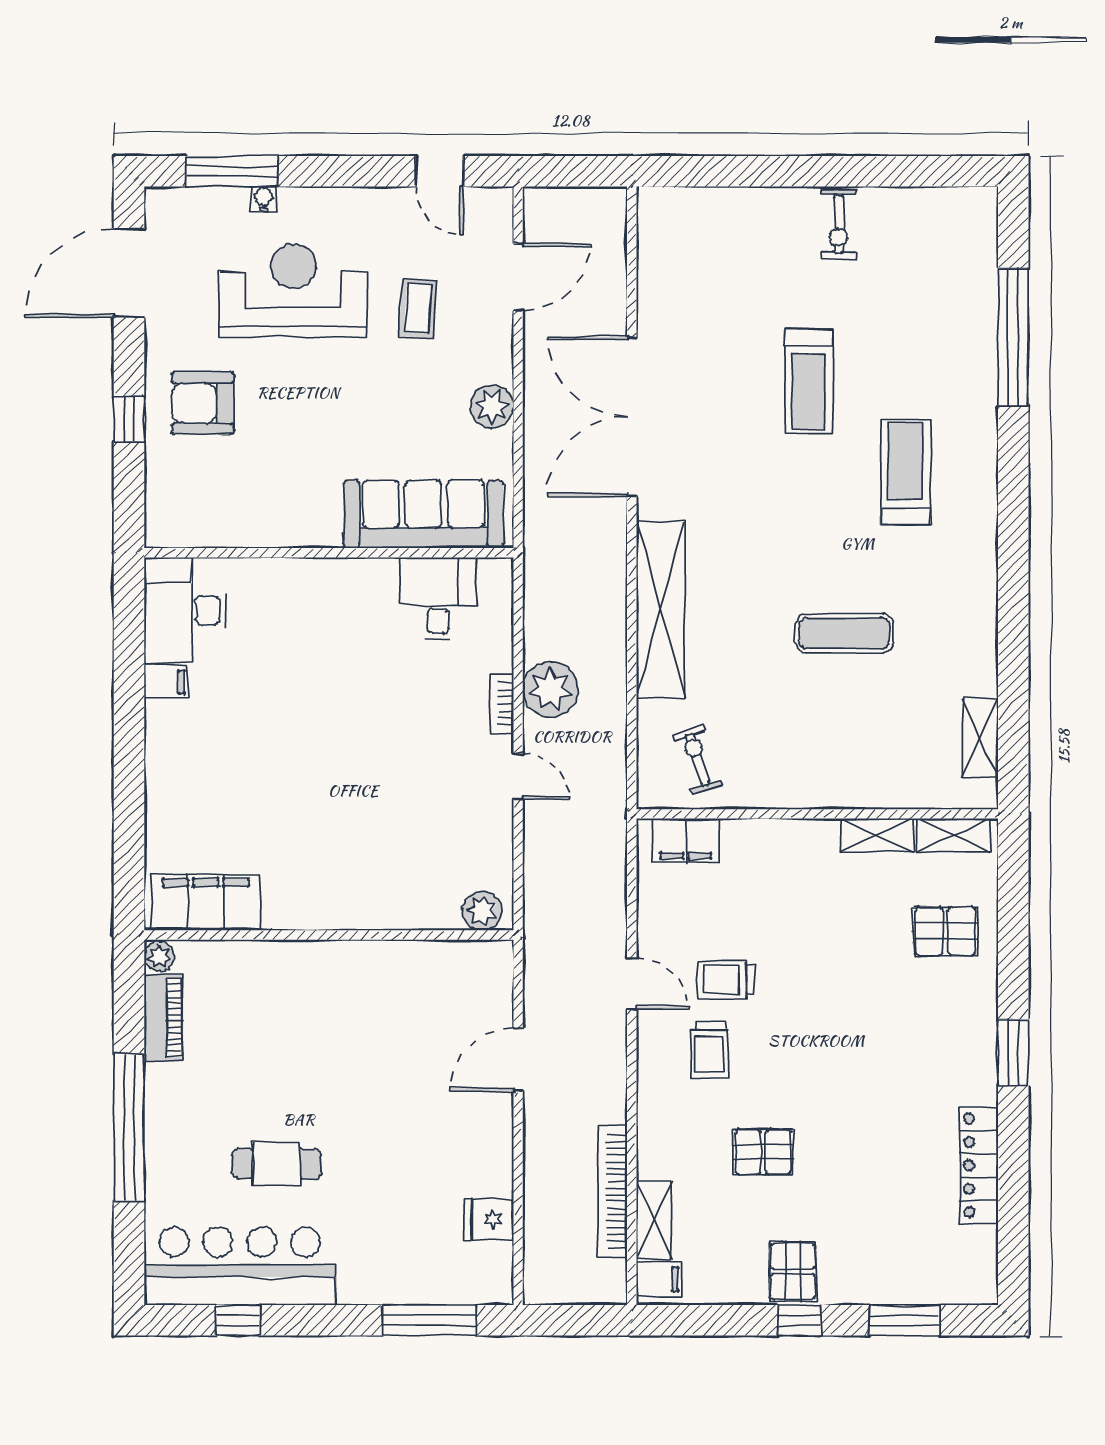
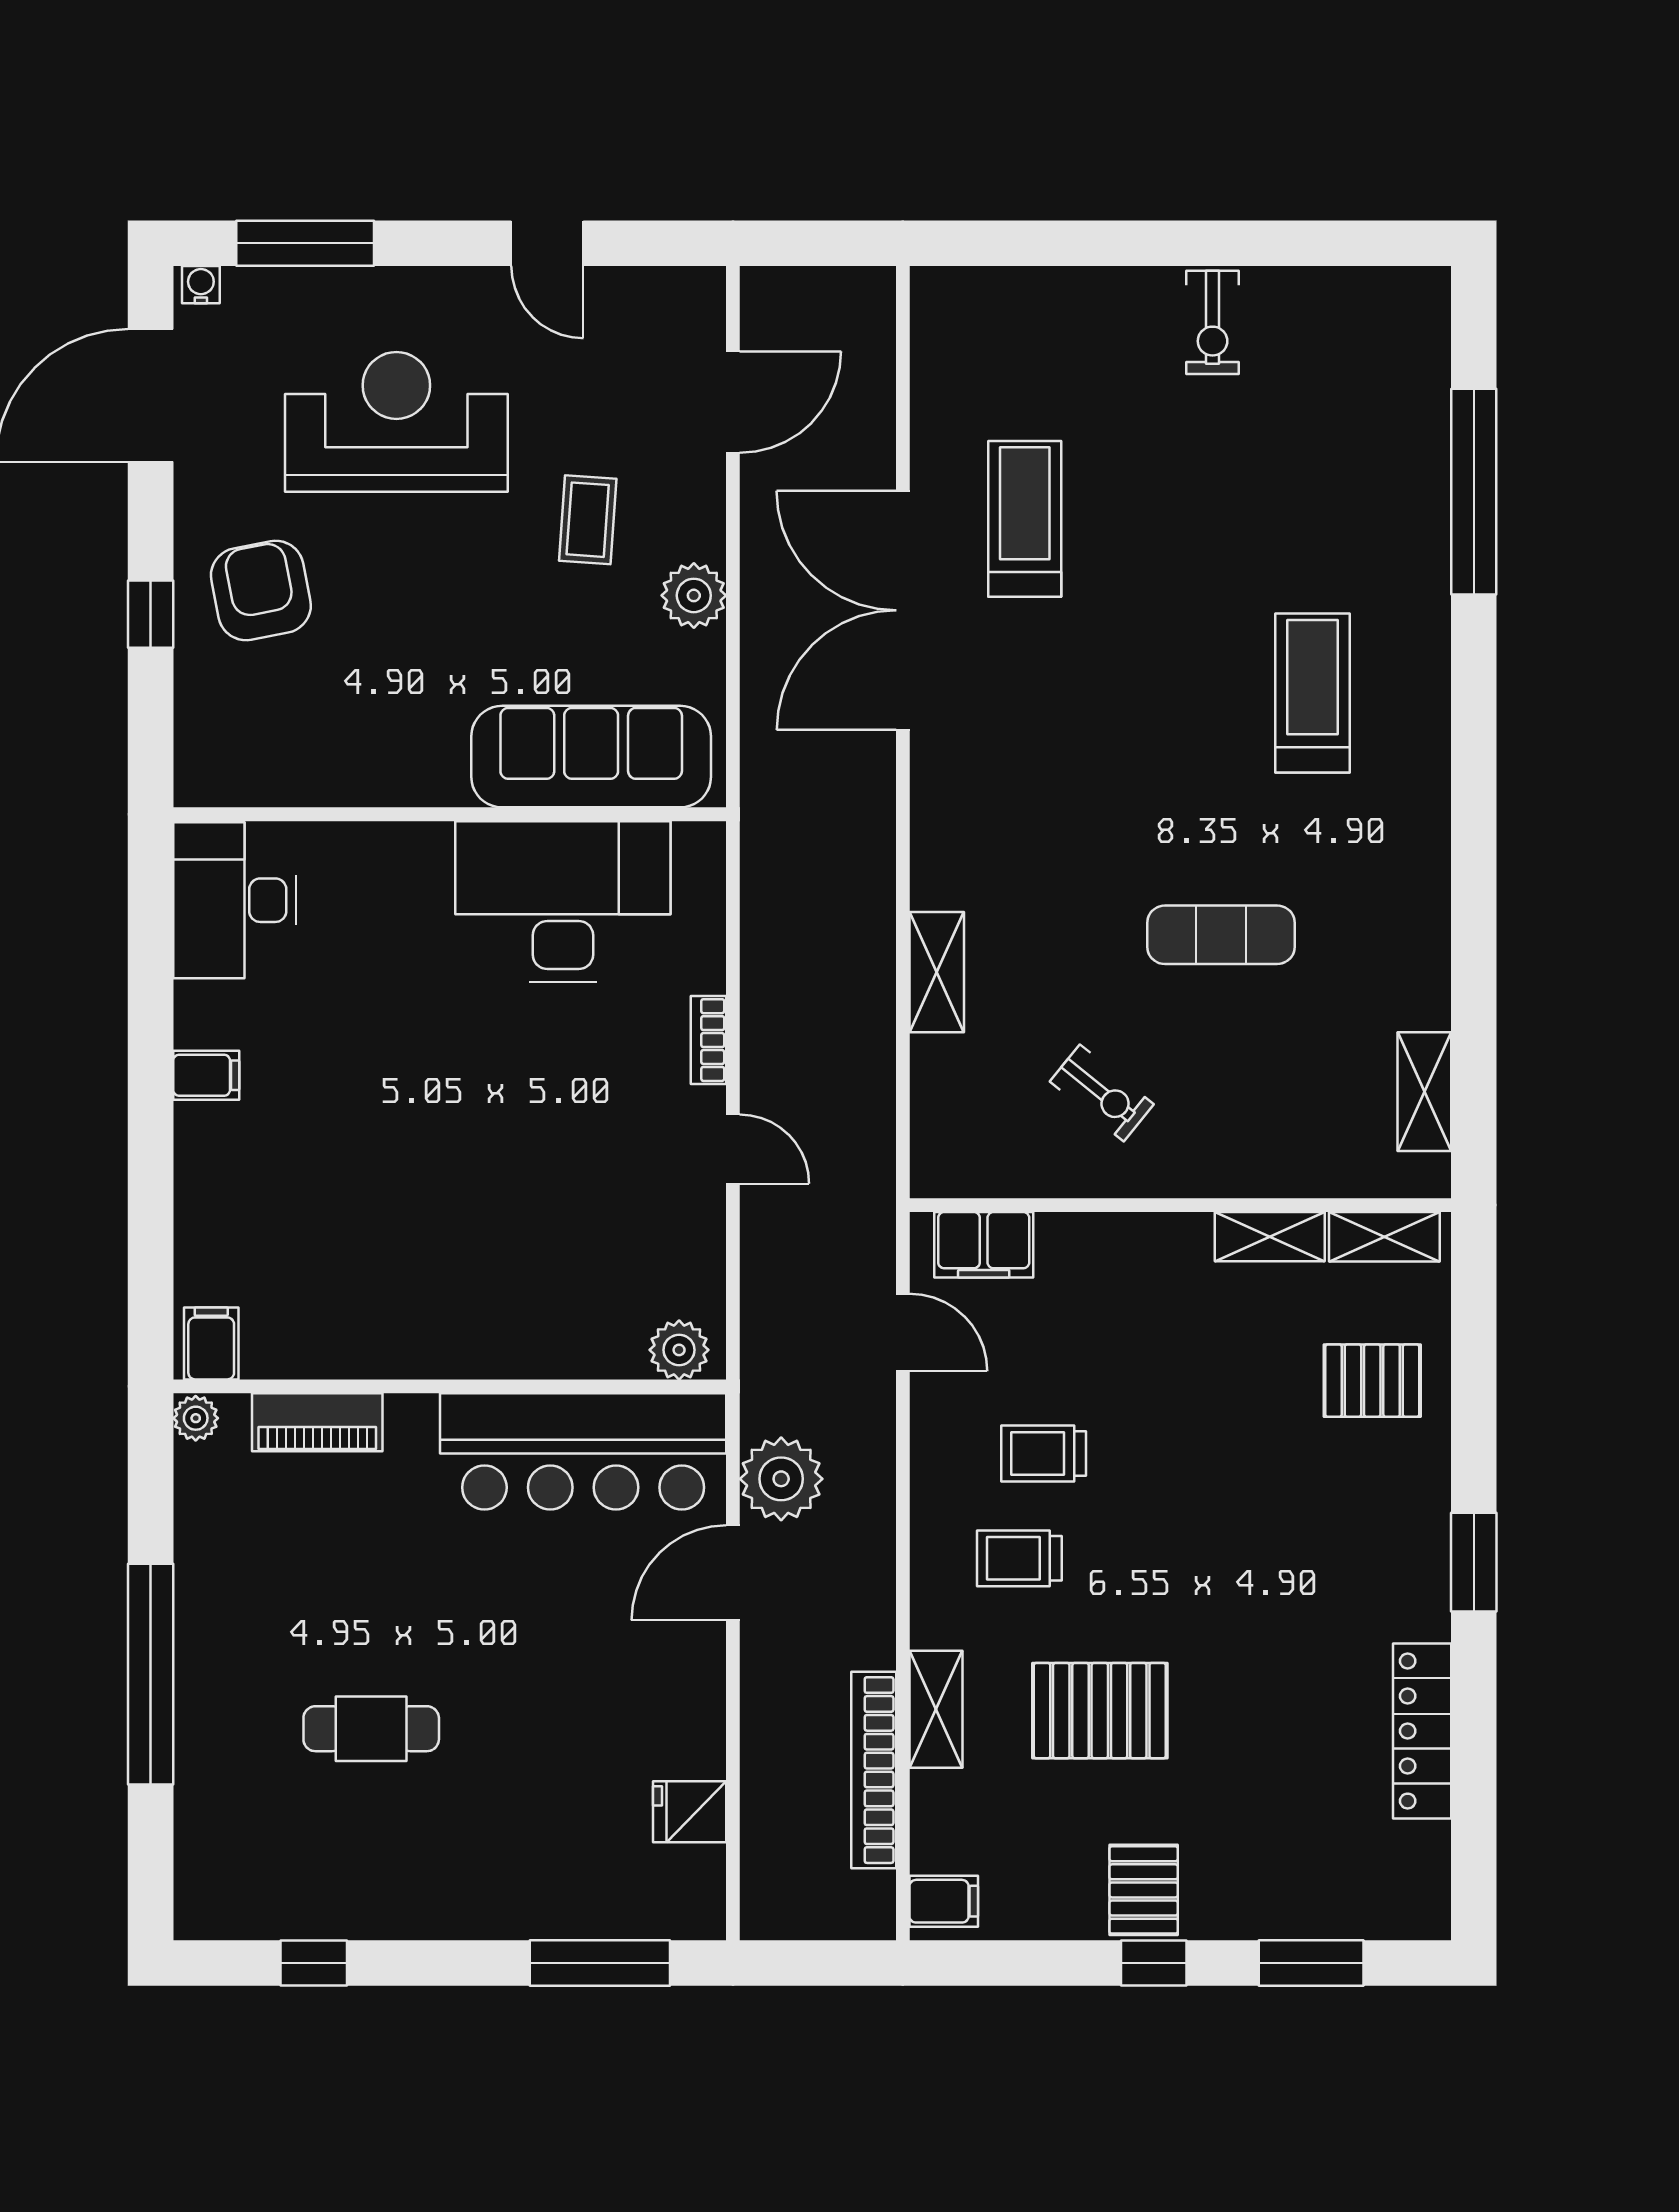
door: (440, 171) -> (547, 243), moved
water cooler: (263, 199) -> (201, 285), moved
coffee table: (418, 309) -> (588, 520), moved
treadmill: (809, 381) -> (1025, 519), moved, turned 180
armchair: (203, 403) -> (261, 590), turned 79
desk: (438, 599) -> (563, 902), width x1.87, depth x1.30
shelving: (660, 610) -> (937, 972), width x0.45, depth x0.75
filing cabinet: (166, 682) -> (206, 1075), moved
plant: (550, 689) -> (781, 1479), moved
exercise bike: (697, 760) -> (1102, 1093), moved, turned 147
filing cabinet: (206, 902) -> (211, 1343), width x0.33, depth x0.86
door: (632, 984) -> (903, 1332), moved
piano: (164, 1018) -> (317, 1422), moved, turned 90
trolley: (710, 1050) -> (1019, 1558), turned 90
pallet: (763, 1152) -> (1100, 1711), width x1.50, depth x1.42
shelving: (654, 1220) -> (936, 1709), moved
bar counter: (240, 1266) -> (583, 1451), moved, turned 180

